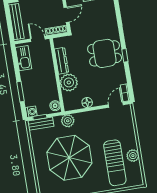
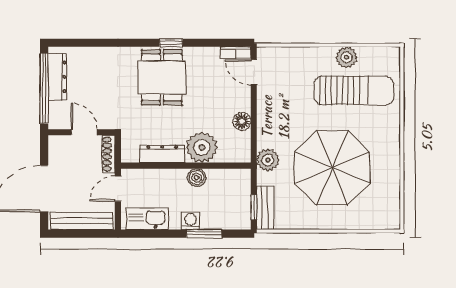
boiler: (55, 106) -> (197, 178), moved
washing machine: (31, 112) -> (191, 221), moved

